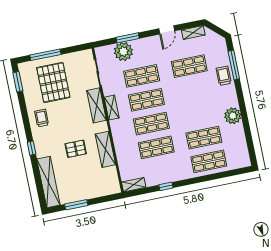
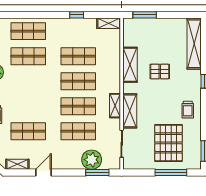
window: (128, 38) -> (97, 172), moved
window: (76, 205) -> (145, 15), moved

